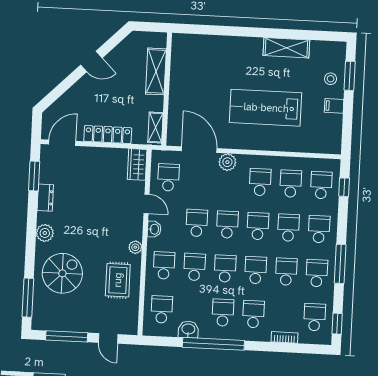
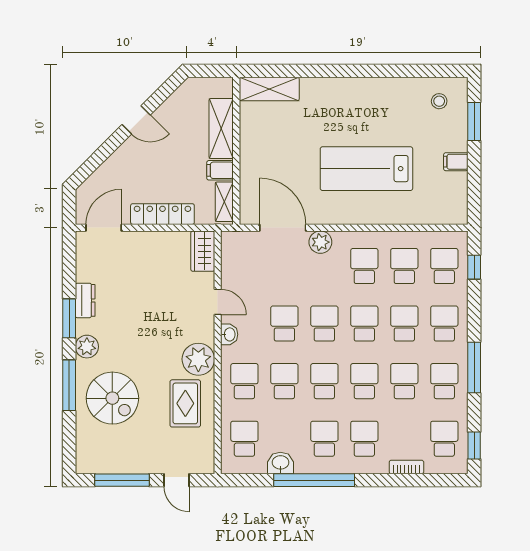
shelving: (286, 48) -> (269, 89), moved
stool: (331, 79) -> (439, 101), moved
filing cabinet: (153, 103) -> (220, 170), added
window: (34, 176) -> (69, 318), moved
school desk: (168, 177) -> (244, 266), removed
plant: (135, 247) -> (198, 359), width x1.87, depth x1.87
spiral stairs: (62, 273) -> (112, 398), turned 90
window: (28, 298) -> (69, 385), moved

